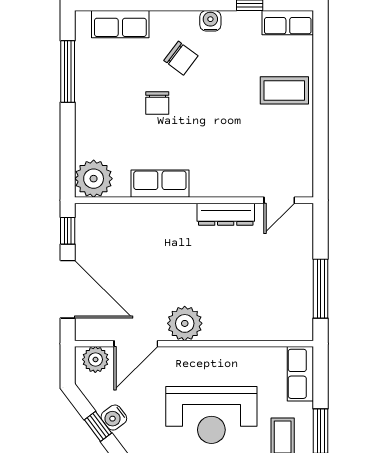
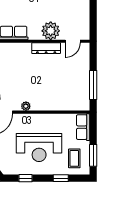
plant: (235, 179) -> (51, 31), added
plant: (185, 323) -> (26, 106), width x0.53, depth x0.53

